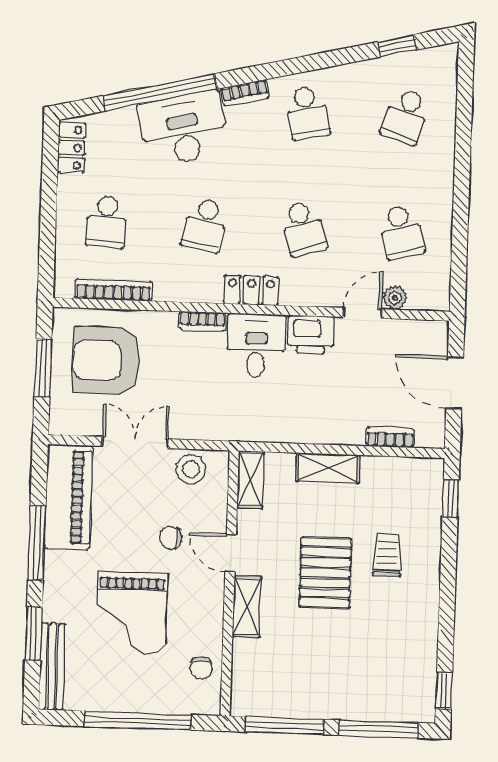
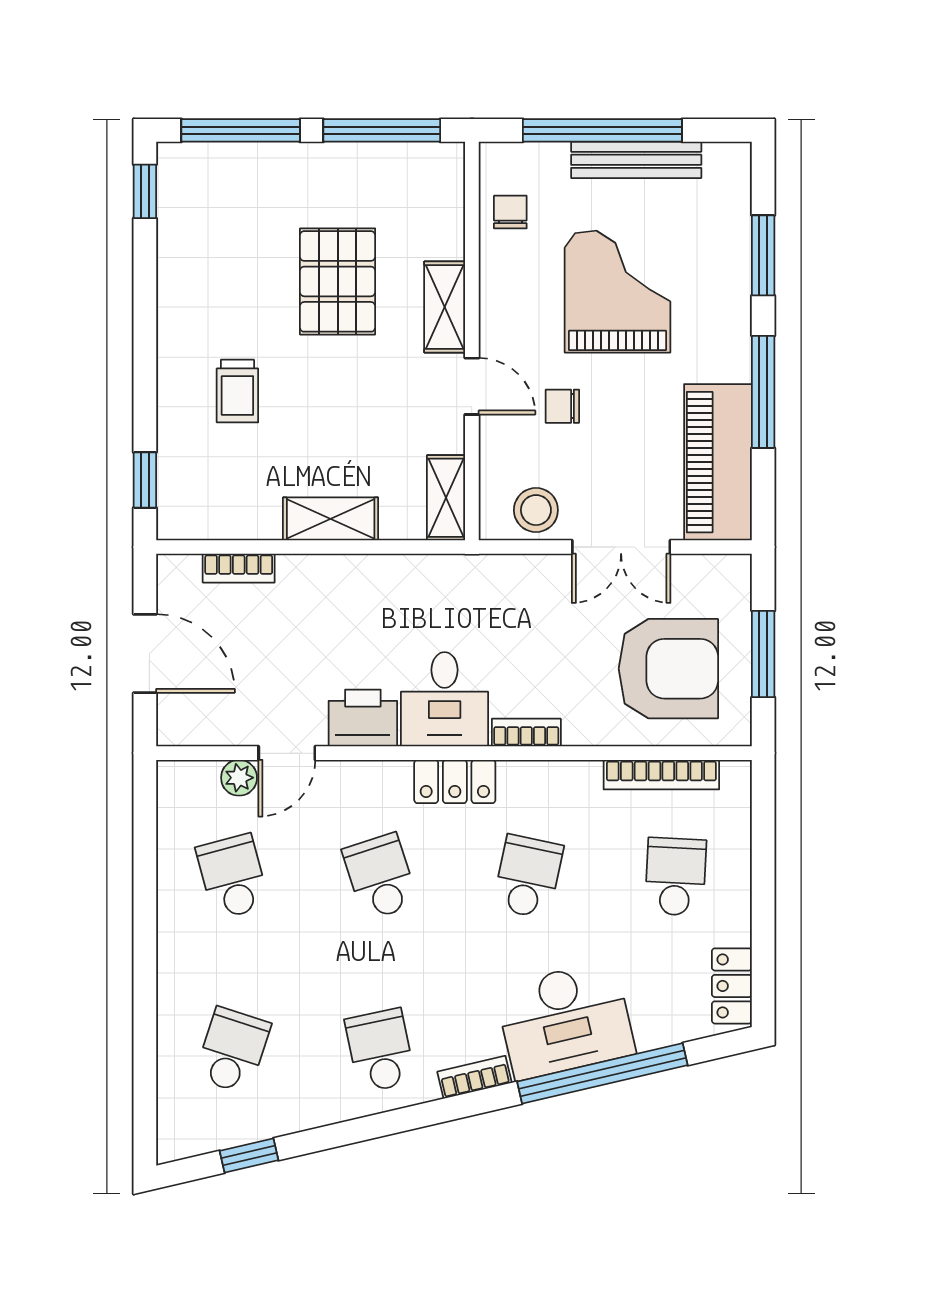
chair: (171, 538) -> (562, 406), turned 180
pallet: (325, 573) -> (338, 281), moved
bench: (52, 667) -> (636, 160), moved, turned 90

